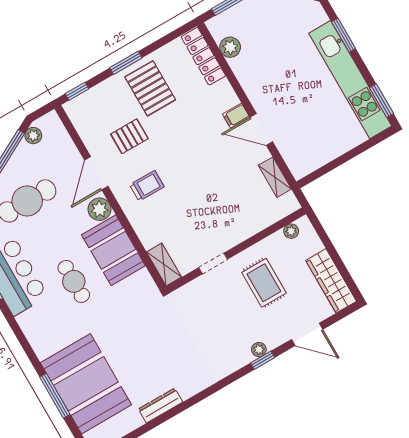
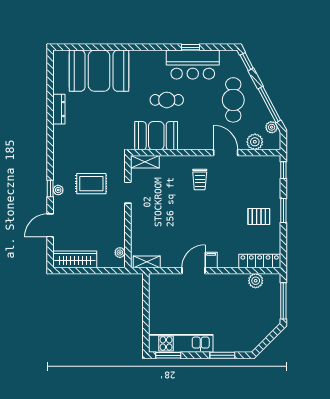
kitchen unit: (350, 80) -> (181, 343), width x0.73
pallet: (150, 88) -> (259, 217), width x0.67, depth x0.71
pallet: (129, 136) -> (237, 186), removed
shelving: (275, 177) -> (147, 262), moved
plant: (99, 209) -> (255, 142), moved
booth: (113, 250) -> (156, 136), moved
rug: (264, 283) -> (91, 184), moved
window: (55, 396) -> (103, 47), removed

